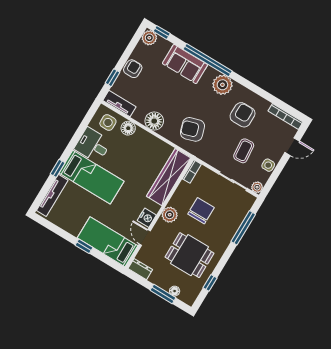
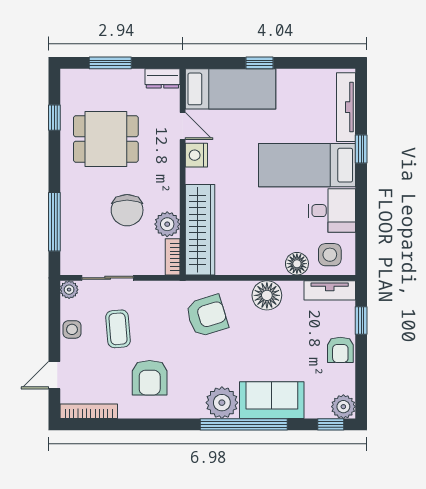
plant: (222, 85) -> (222, 403), moved
plant: (170, 215) -> (167, 224), moved
floor lamp: (175, 291) -> (97, 77), removed

